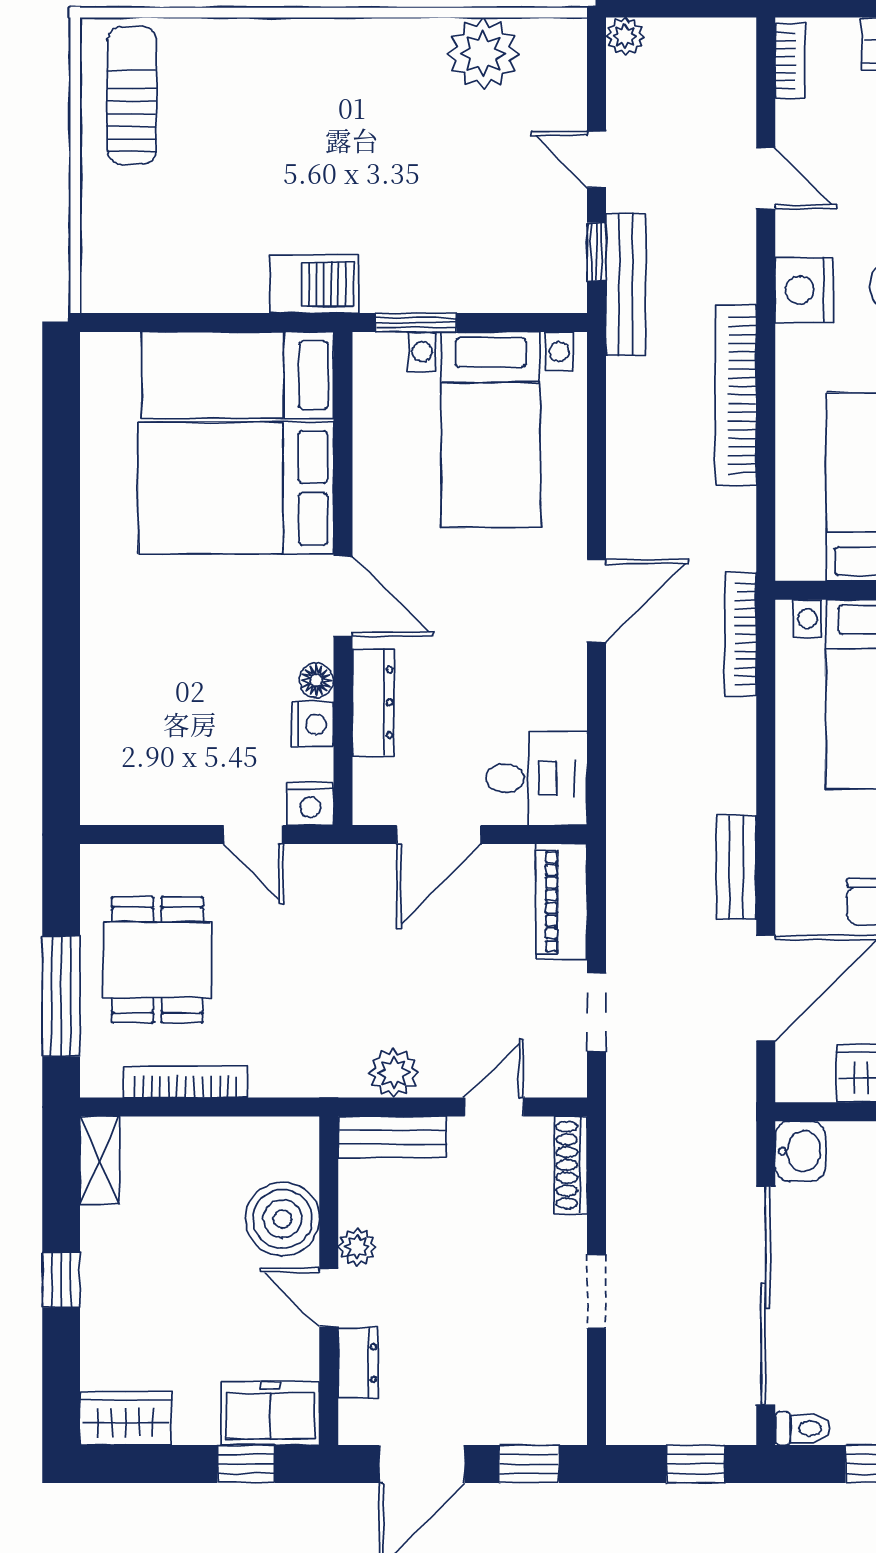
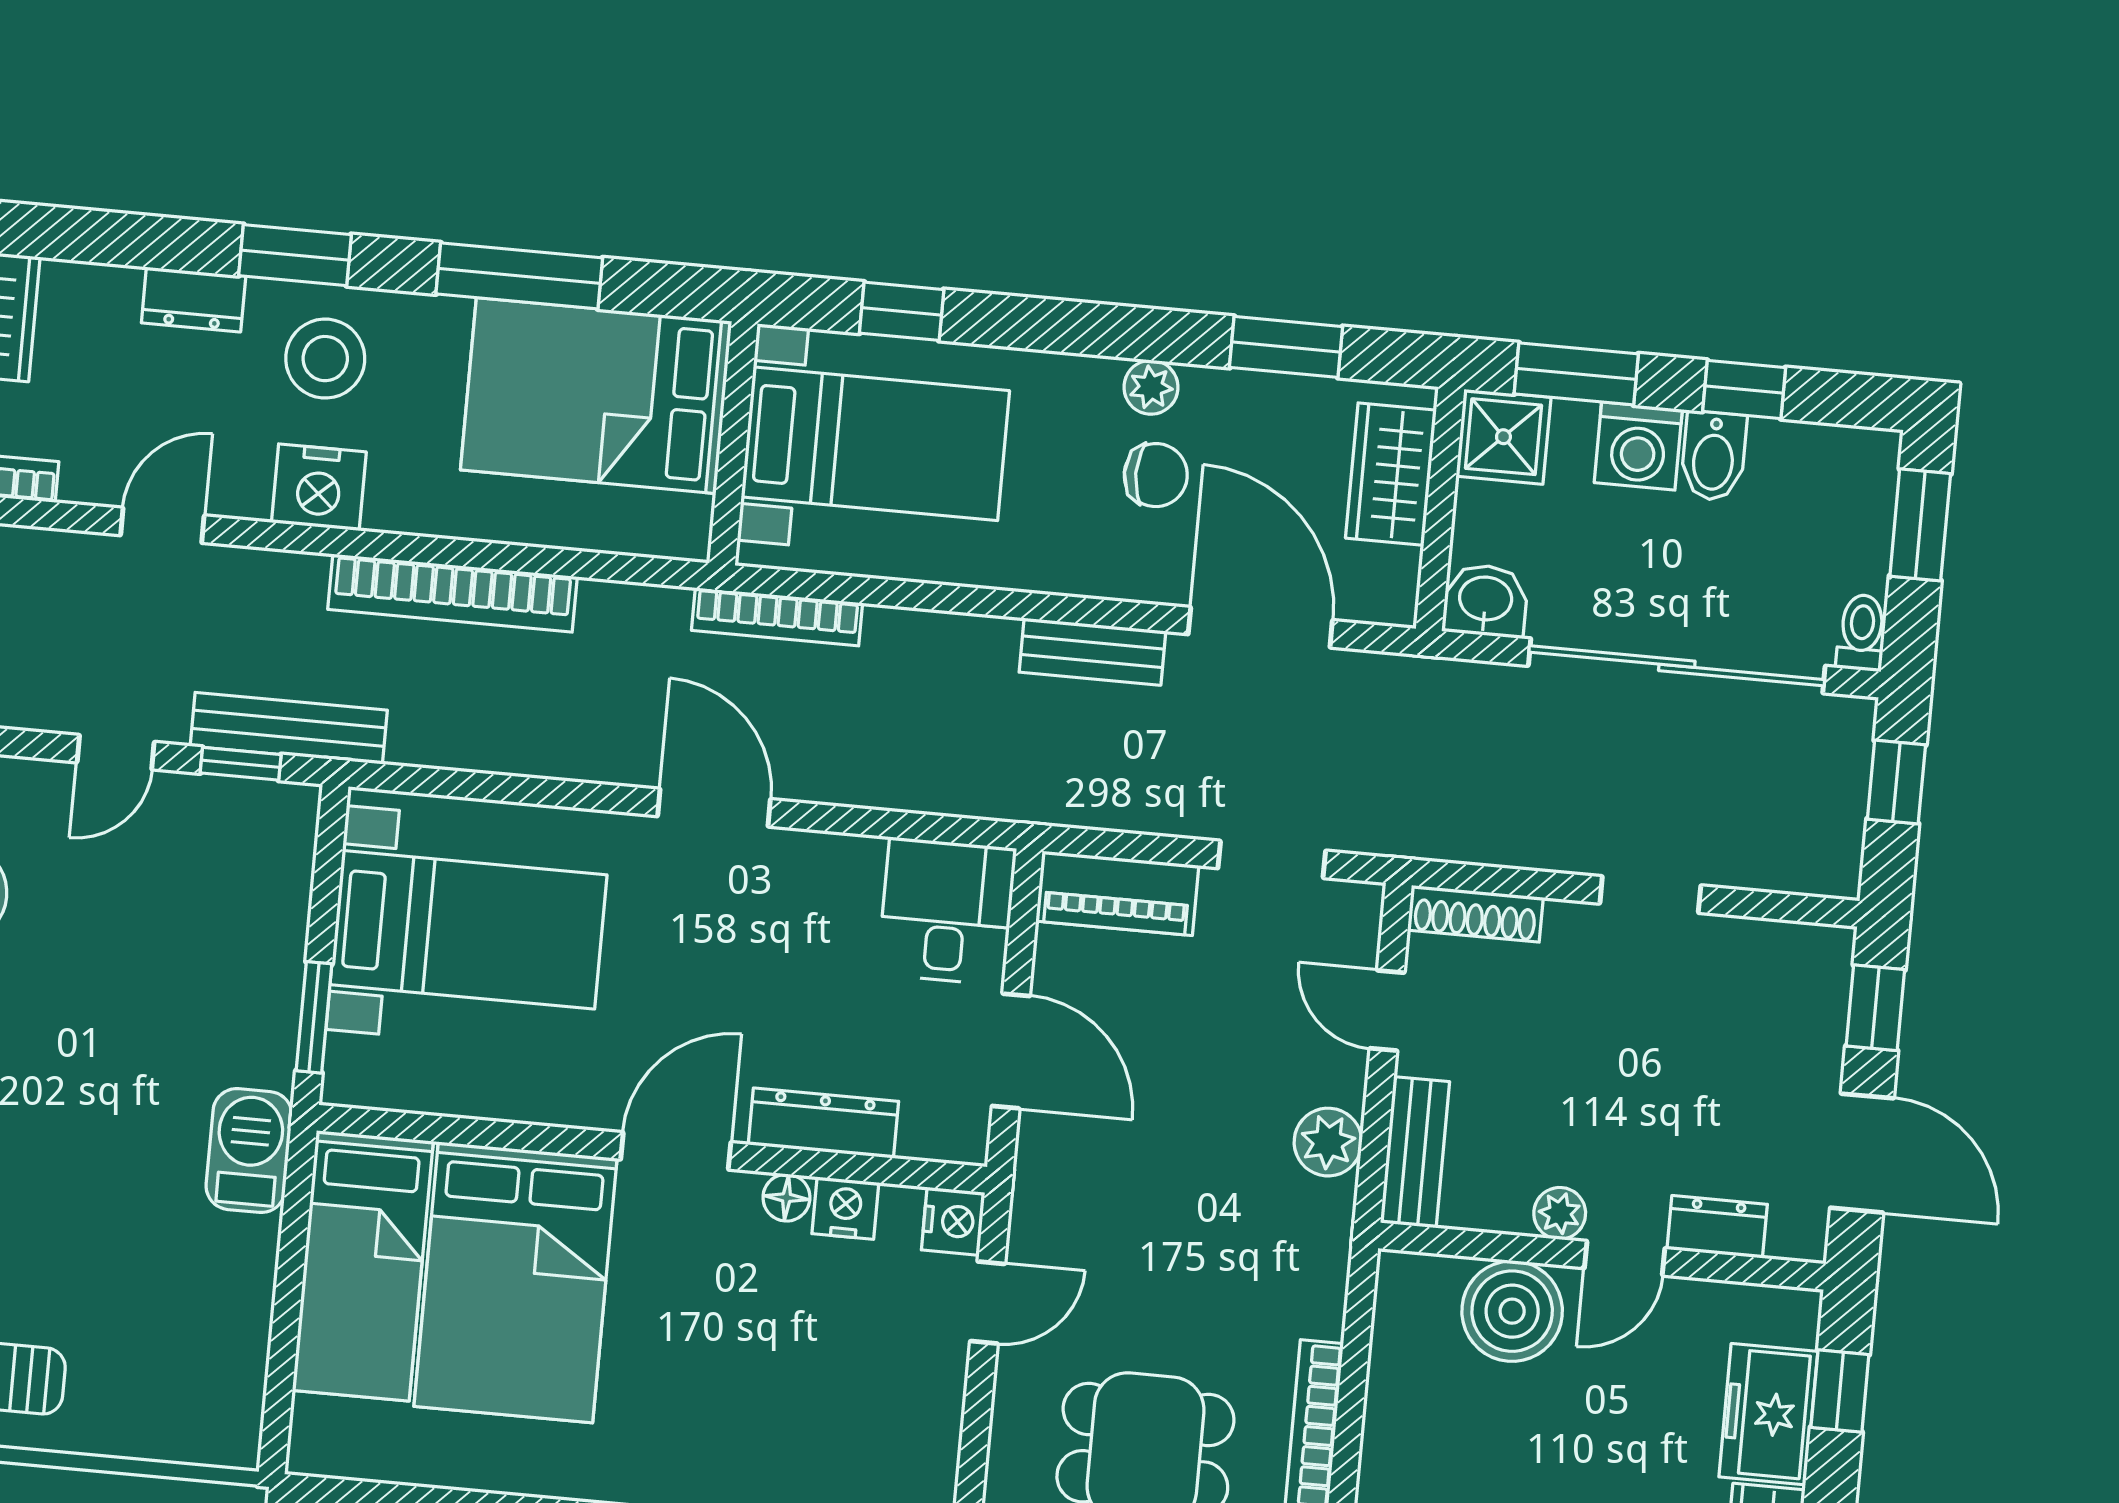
freezer: (270, 1413) -> (1768, 1414), moved

